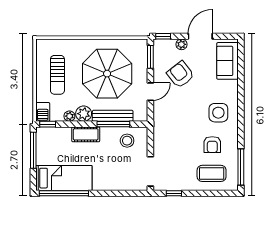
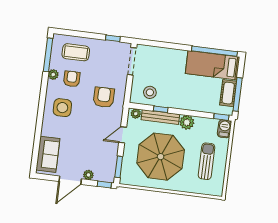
armchair: (180, 74) -> (104, 97), moved, turned -142
plant: (69, 116) -> (136, 114), moved
window: (113, 124) -> (161, 109), width x0.46
cot: (86, 134) -> (228, 93), moved, turned 90
plant: (233, 147) -> (53, 75), added

